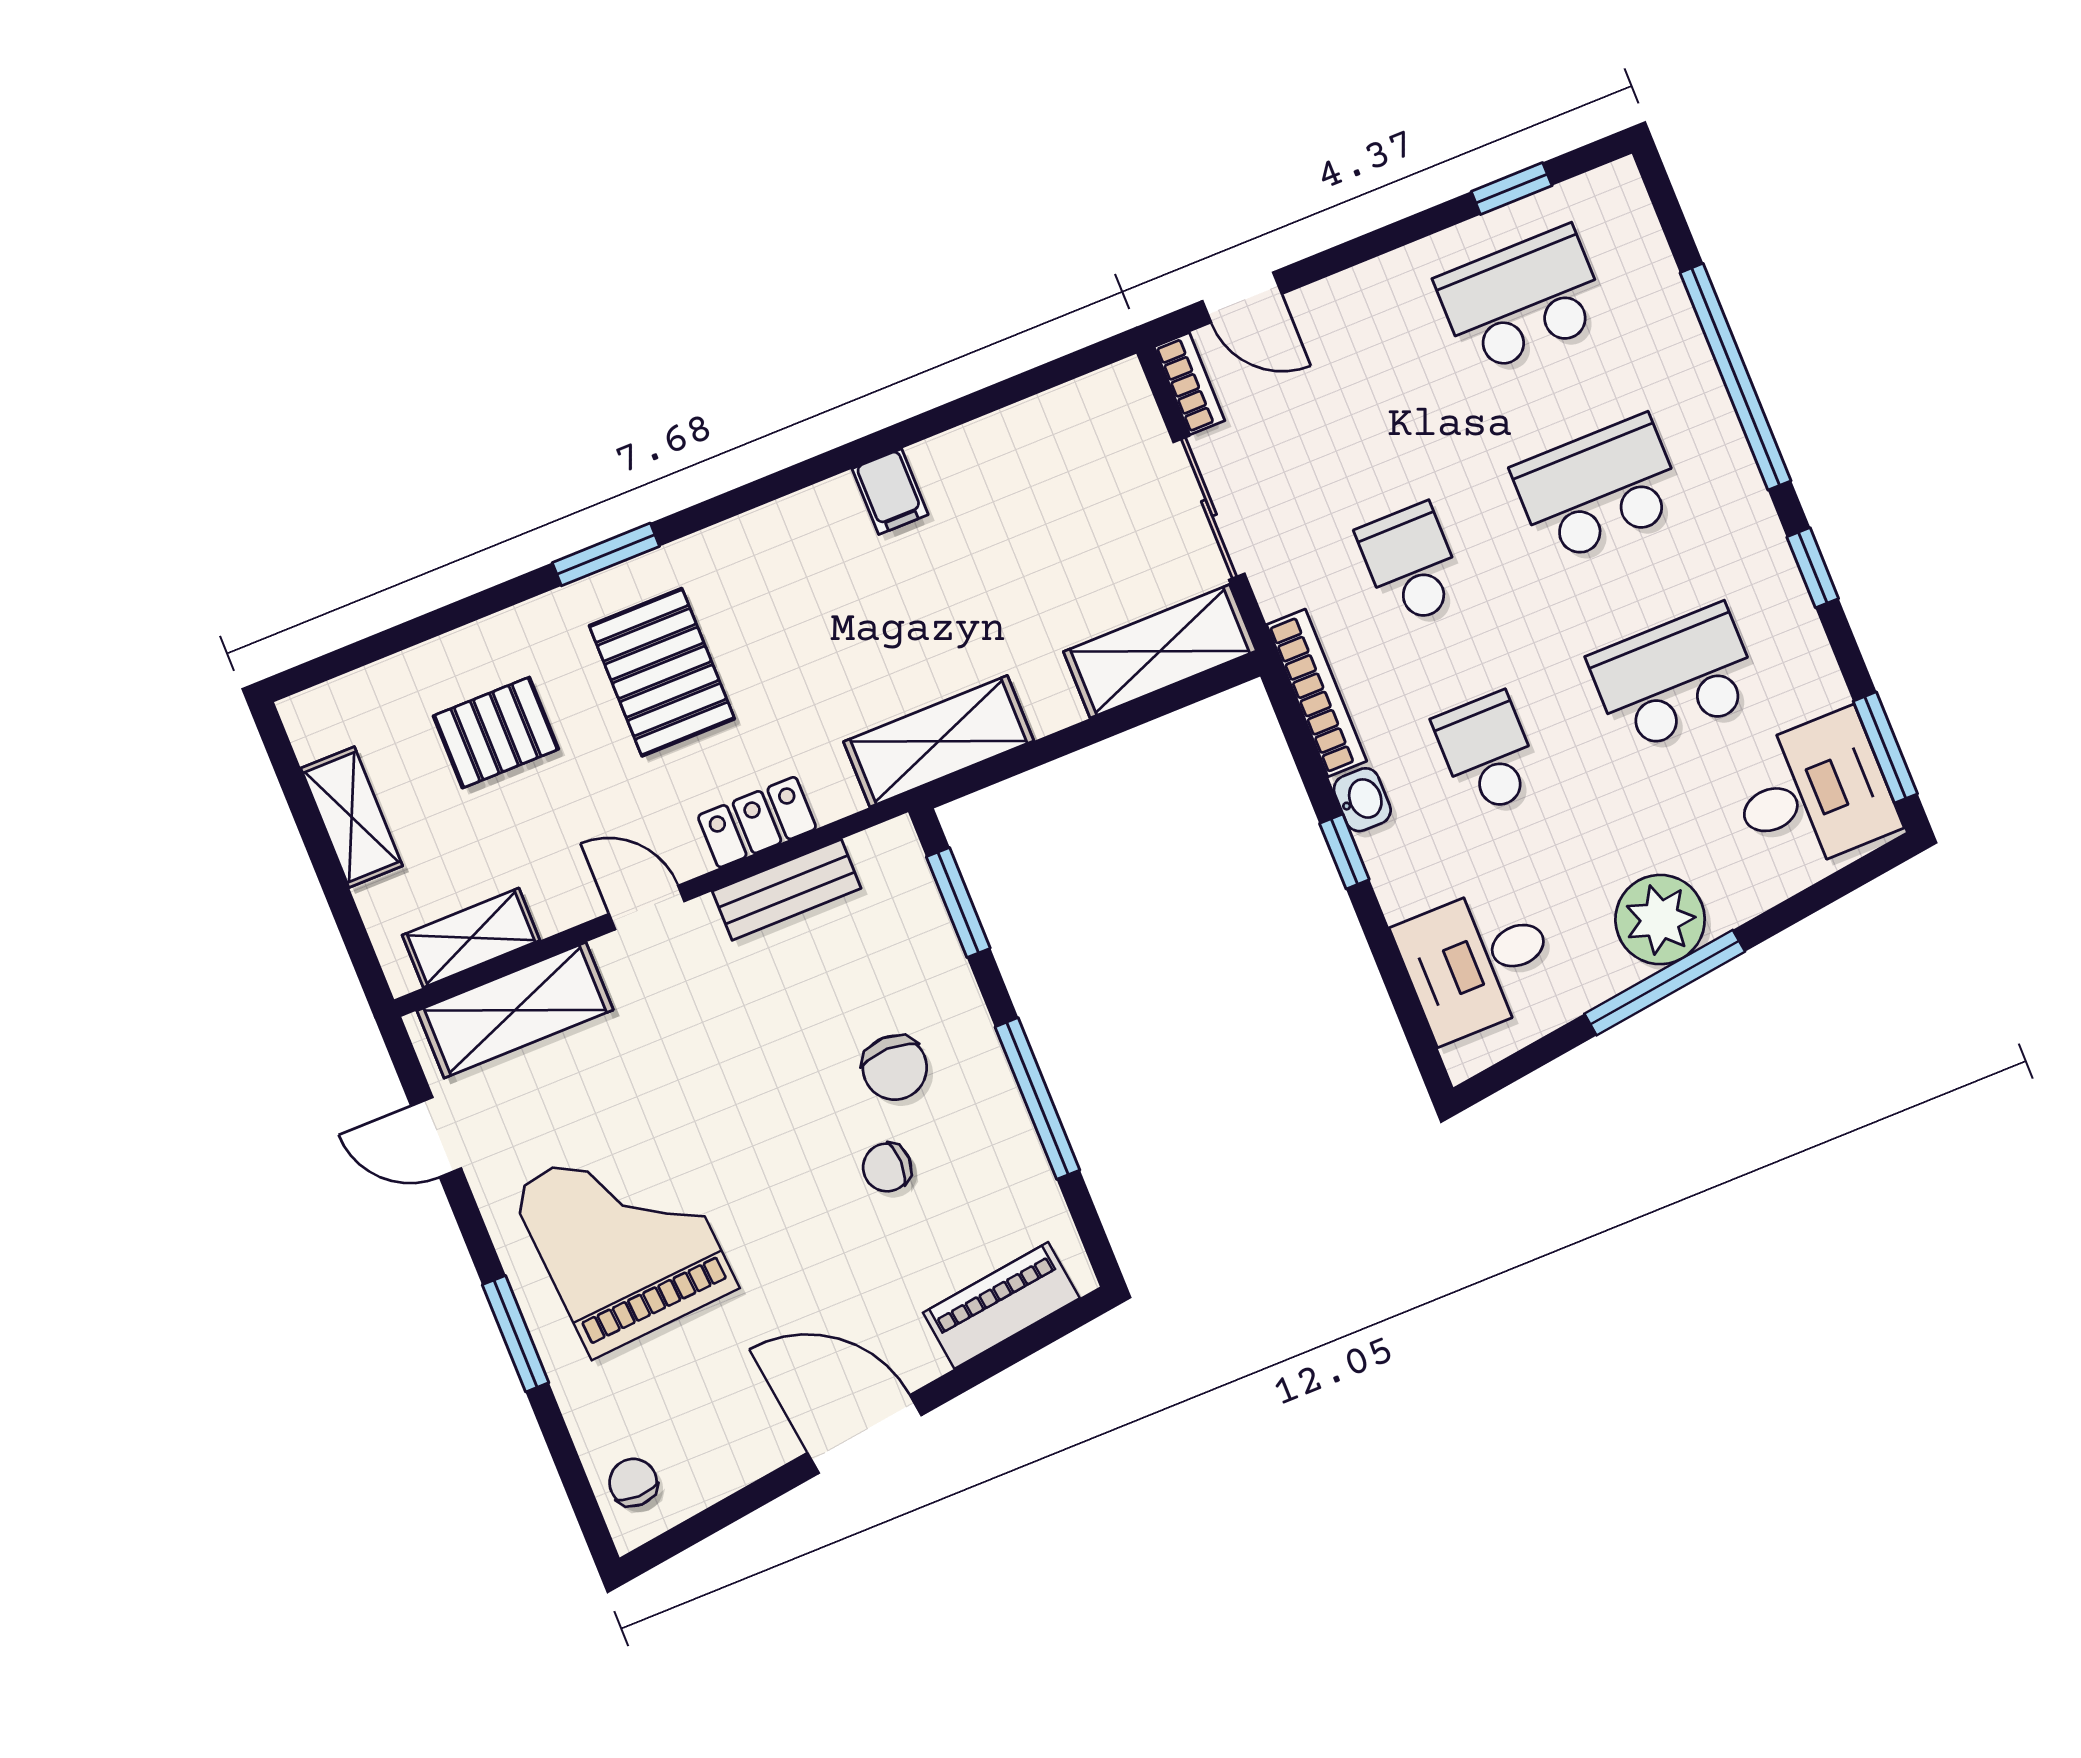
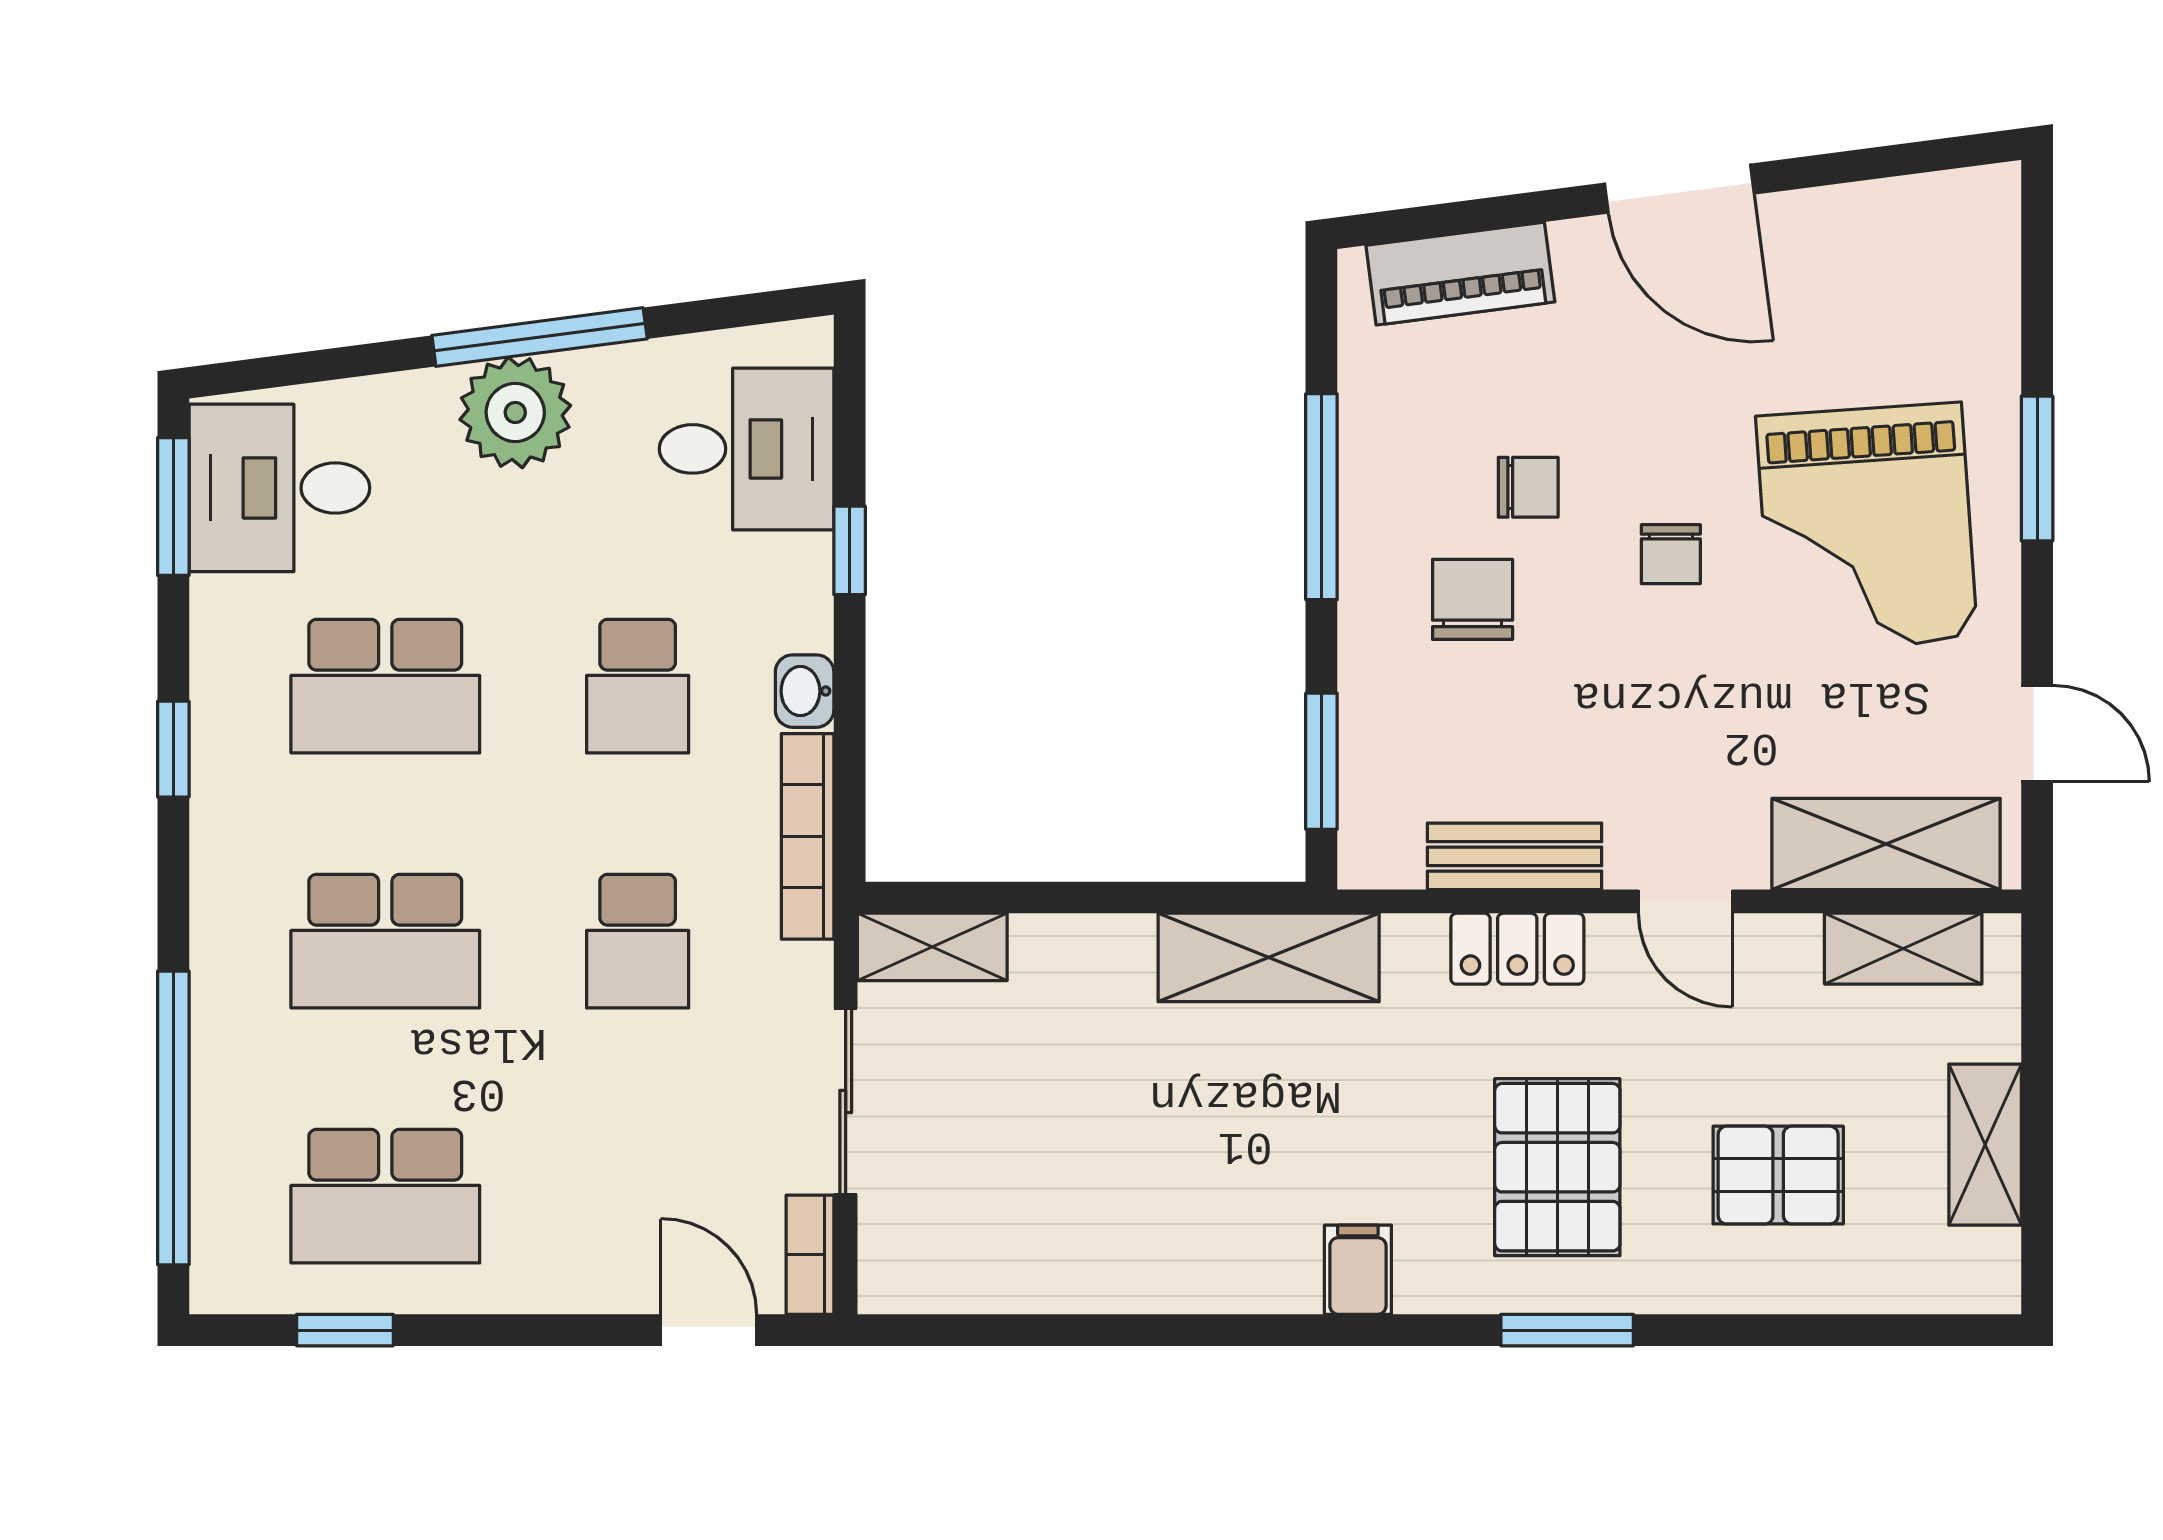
window: (1736, 377) -> (173, 1118), moved
filing cabinet: (890, 492) -> (1358, 1270), moved
shelving: (1160, 651) -> (932, 947), width x0.67, depth x0.75
window: (1344, 852) -> (850, 550), moved
chair: (633, 1482) -> (1671, 554), moved

